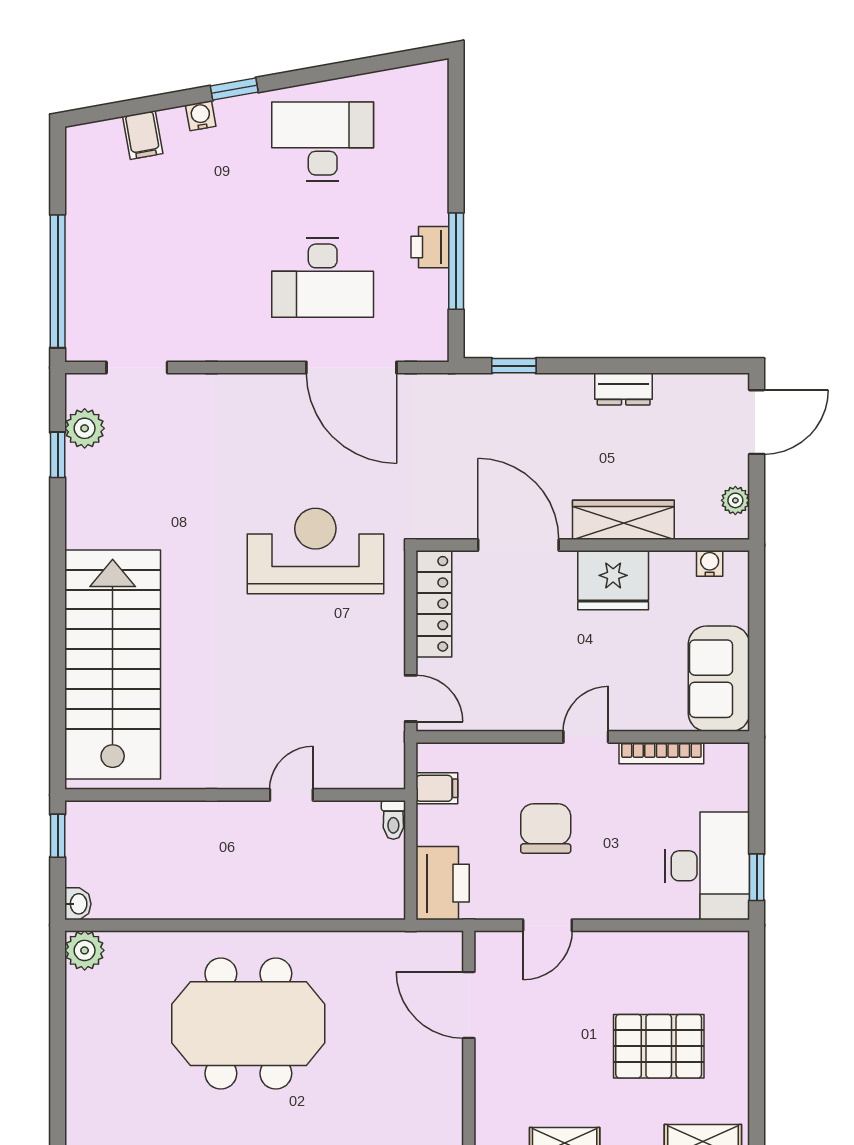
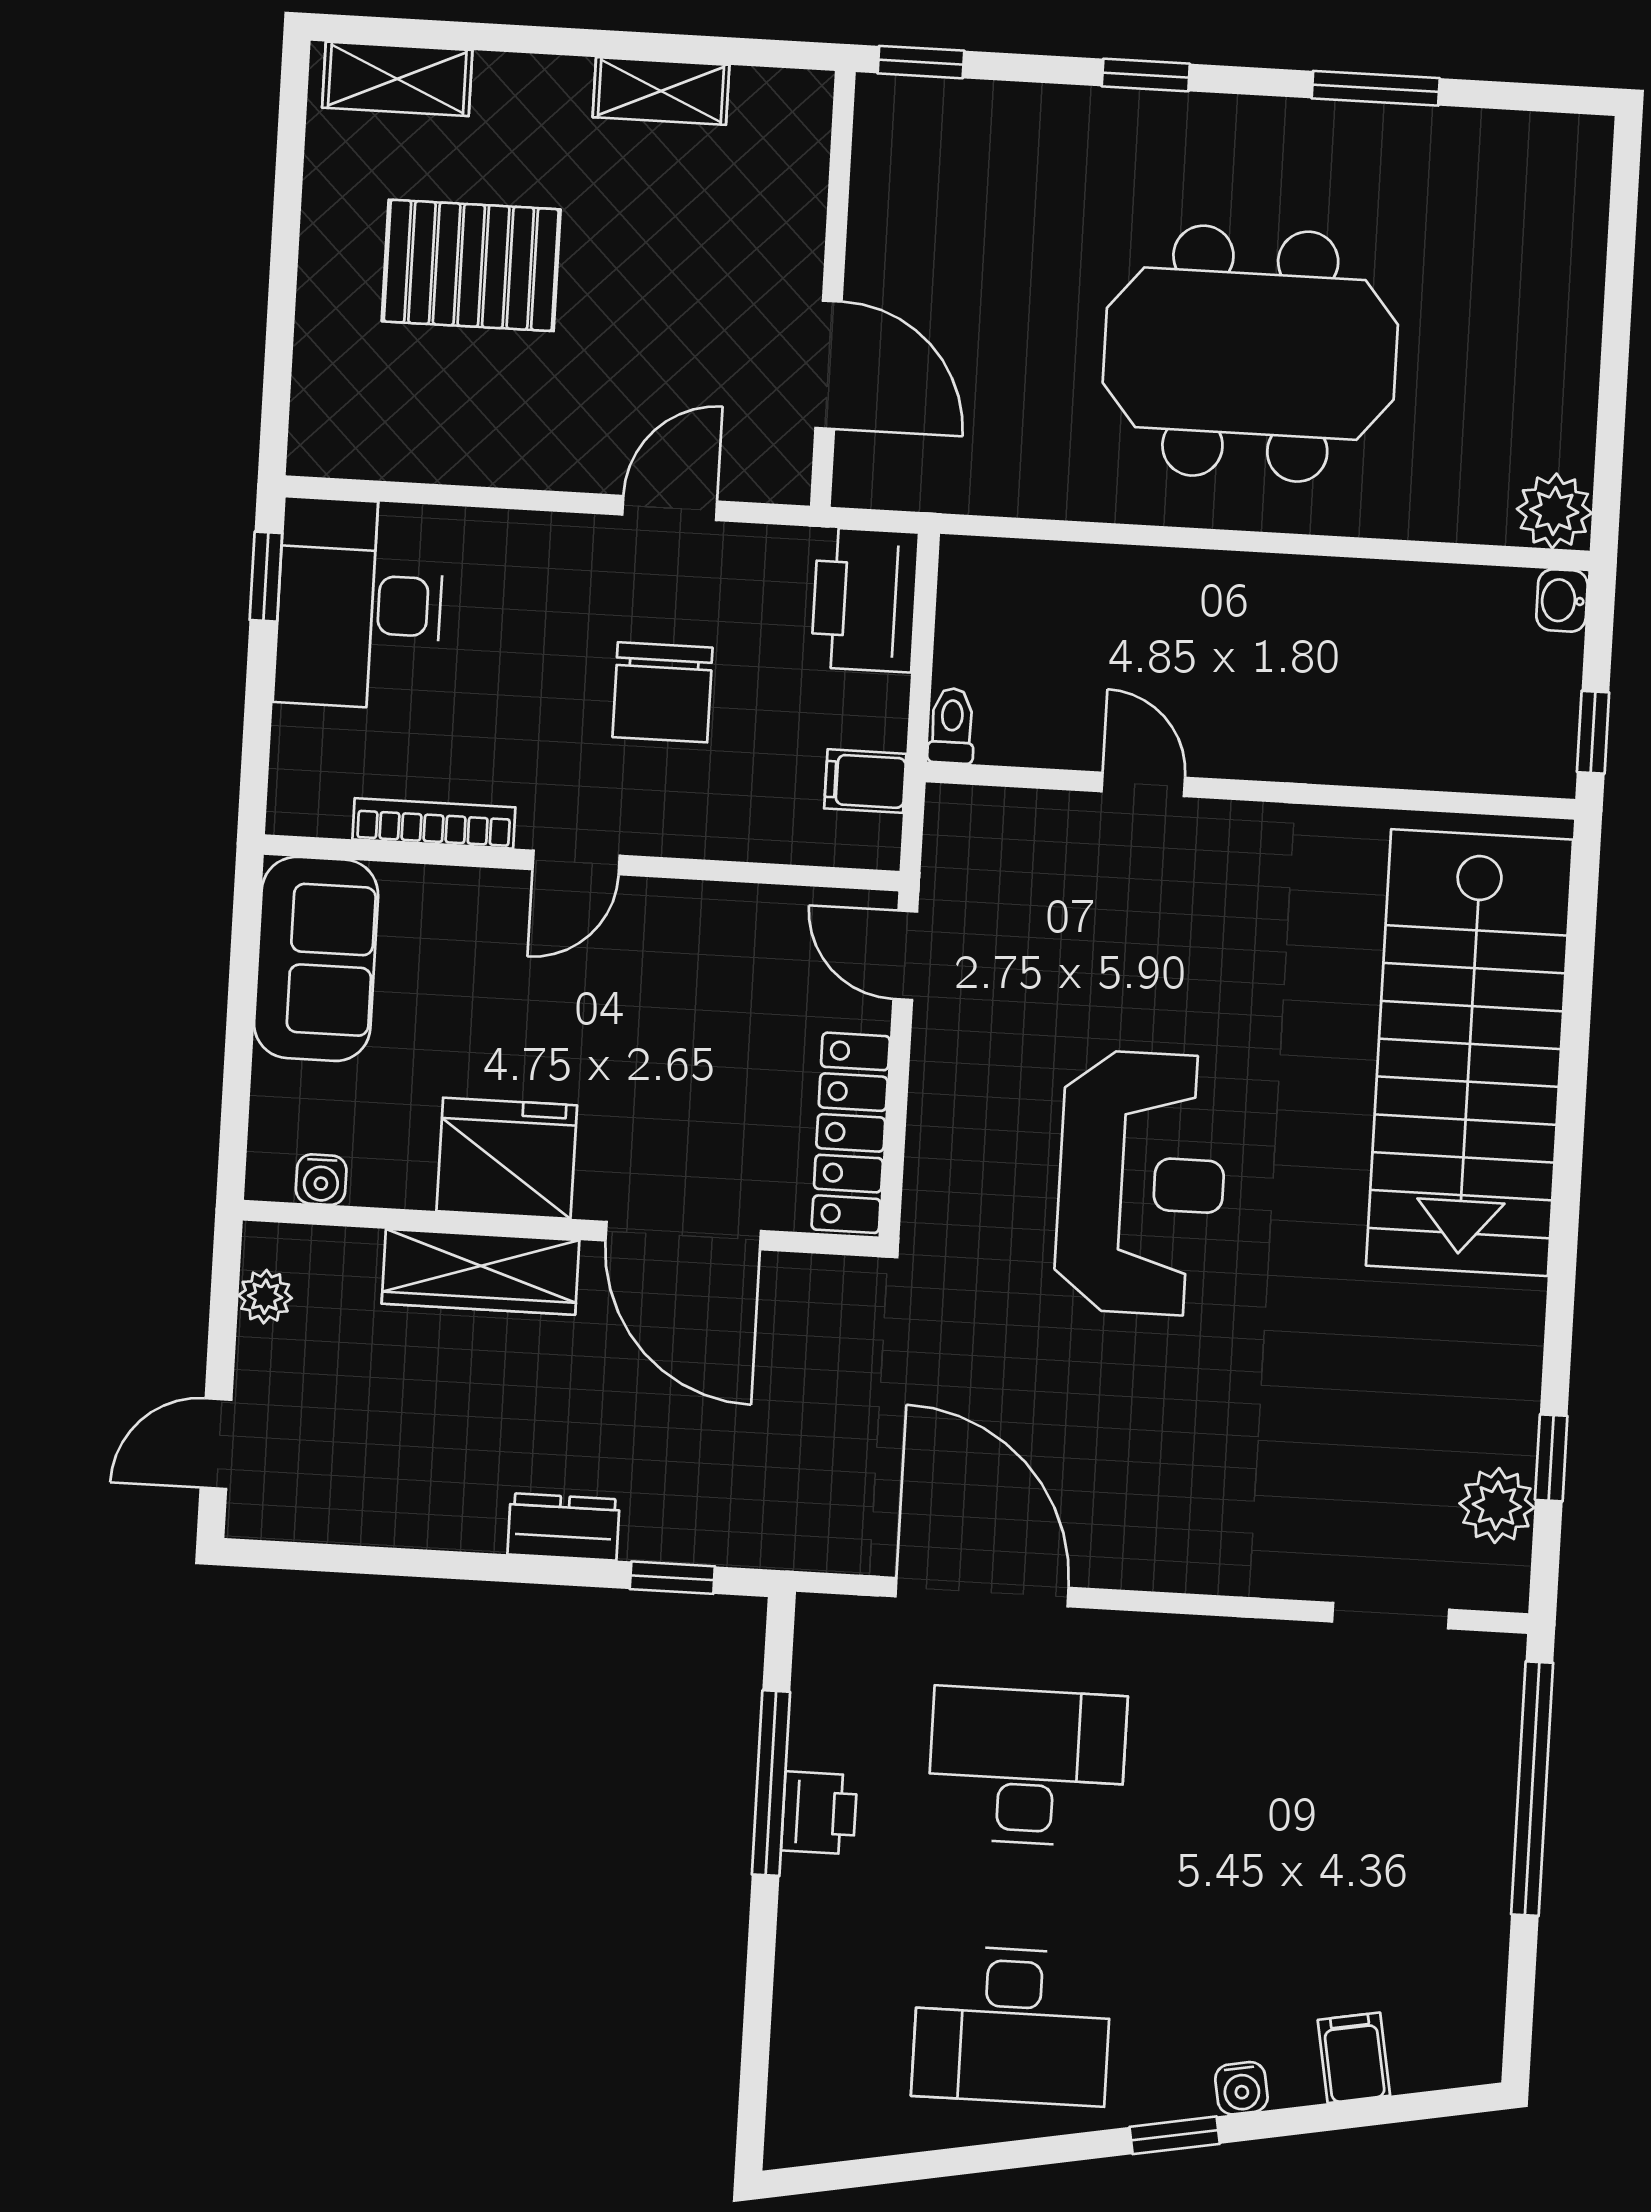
dresser: (624, 389) -> (564, 1527), moved
door: (757, 422) -> (216, 1444), width x0.73
reception desk: (315, 551) -> (1141, 1183), moved, turned -90
door: (291, 795) -> (1143, 784), swing flipped

